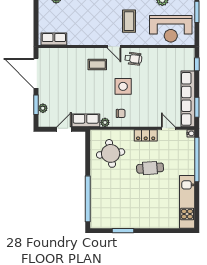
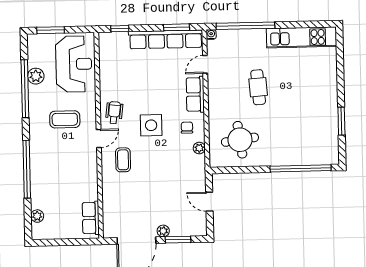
plant: (43, 108) -> (163, 231), moved
row of seats: (86, 120) -> (195, 94), moved
locker: (146, 135) -> (215, 94), removed

